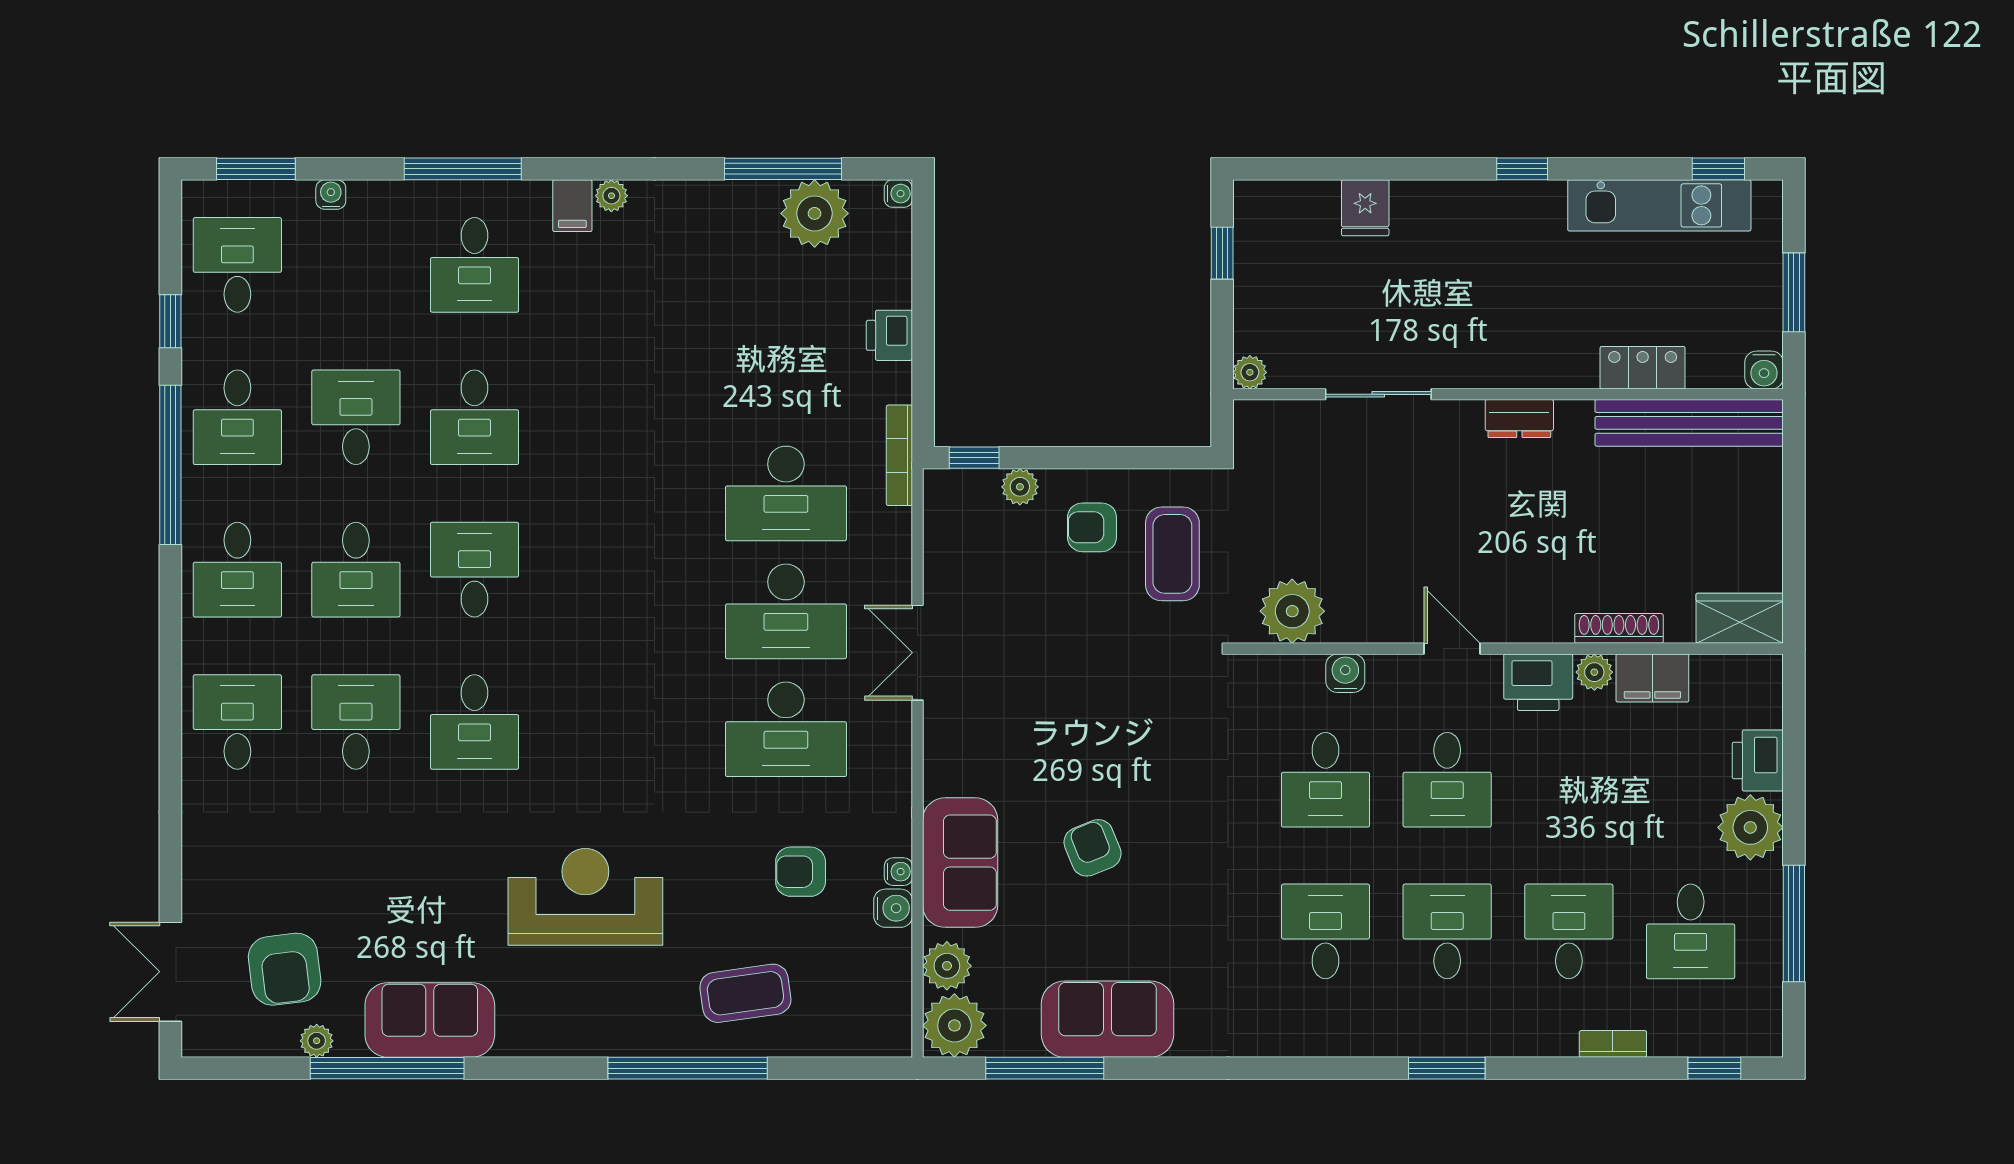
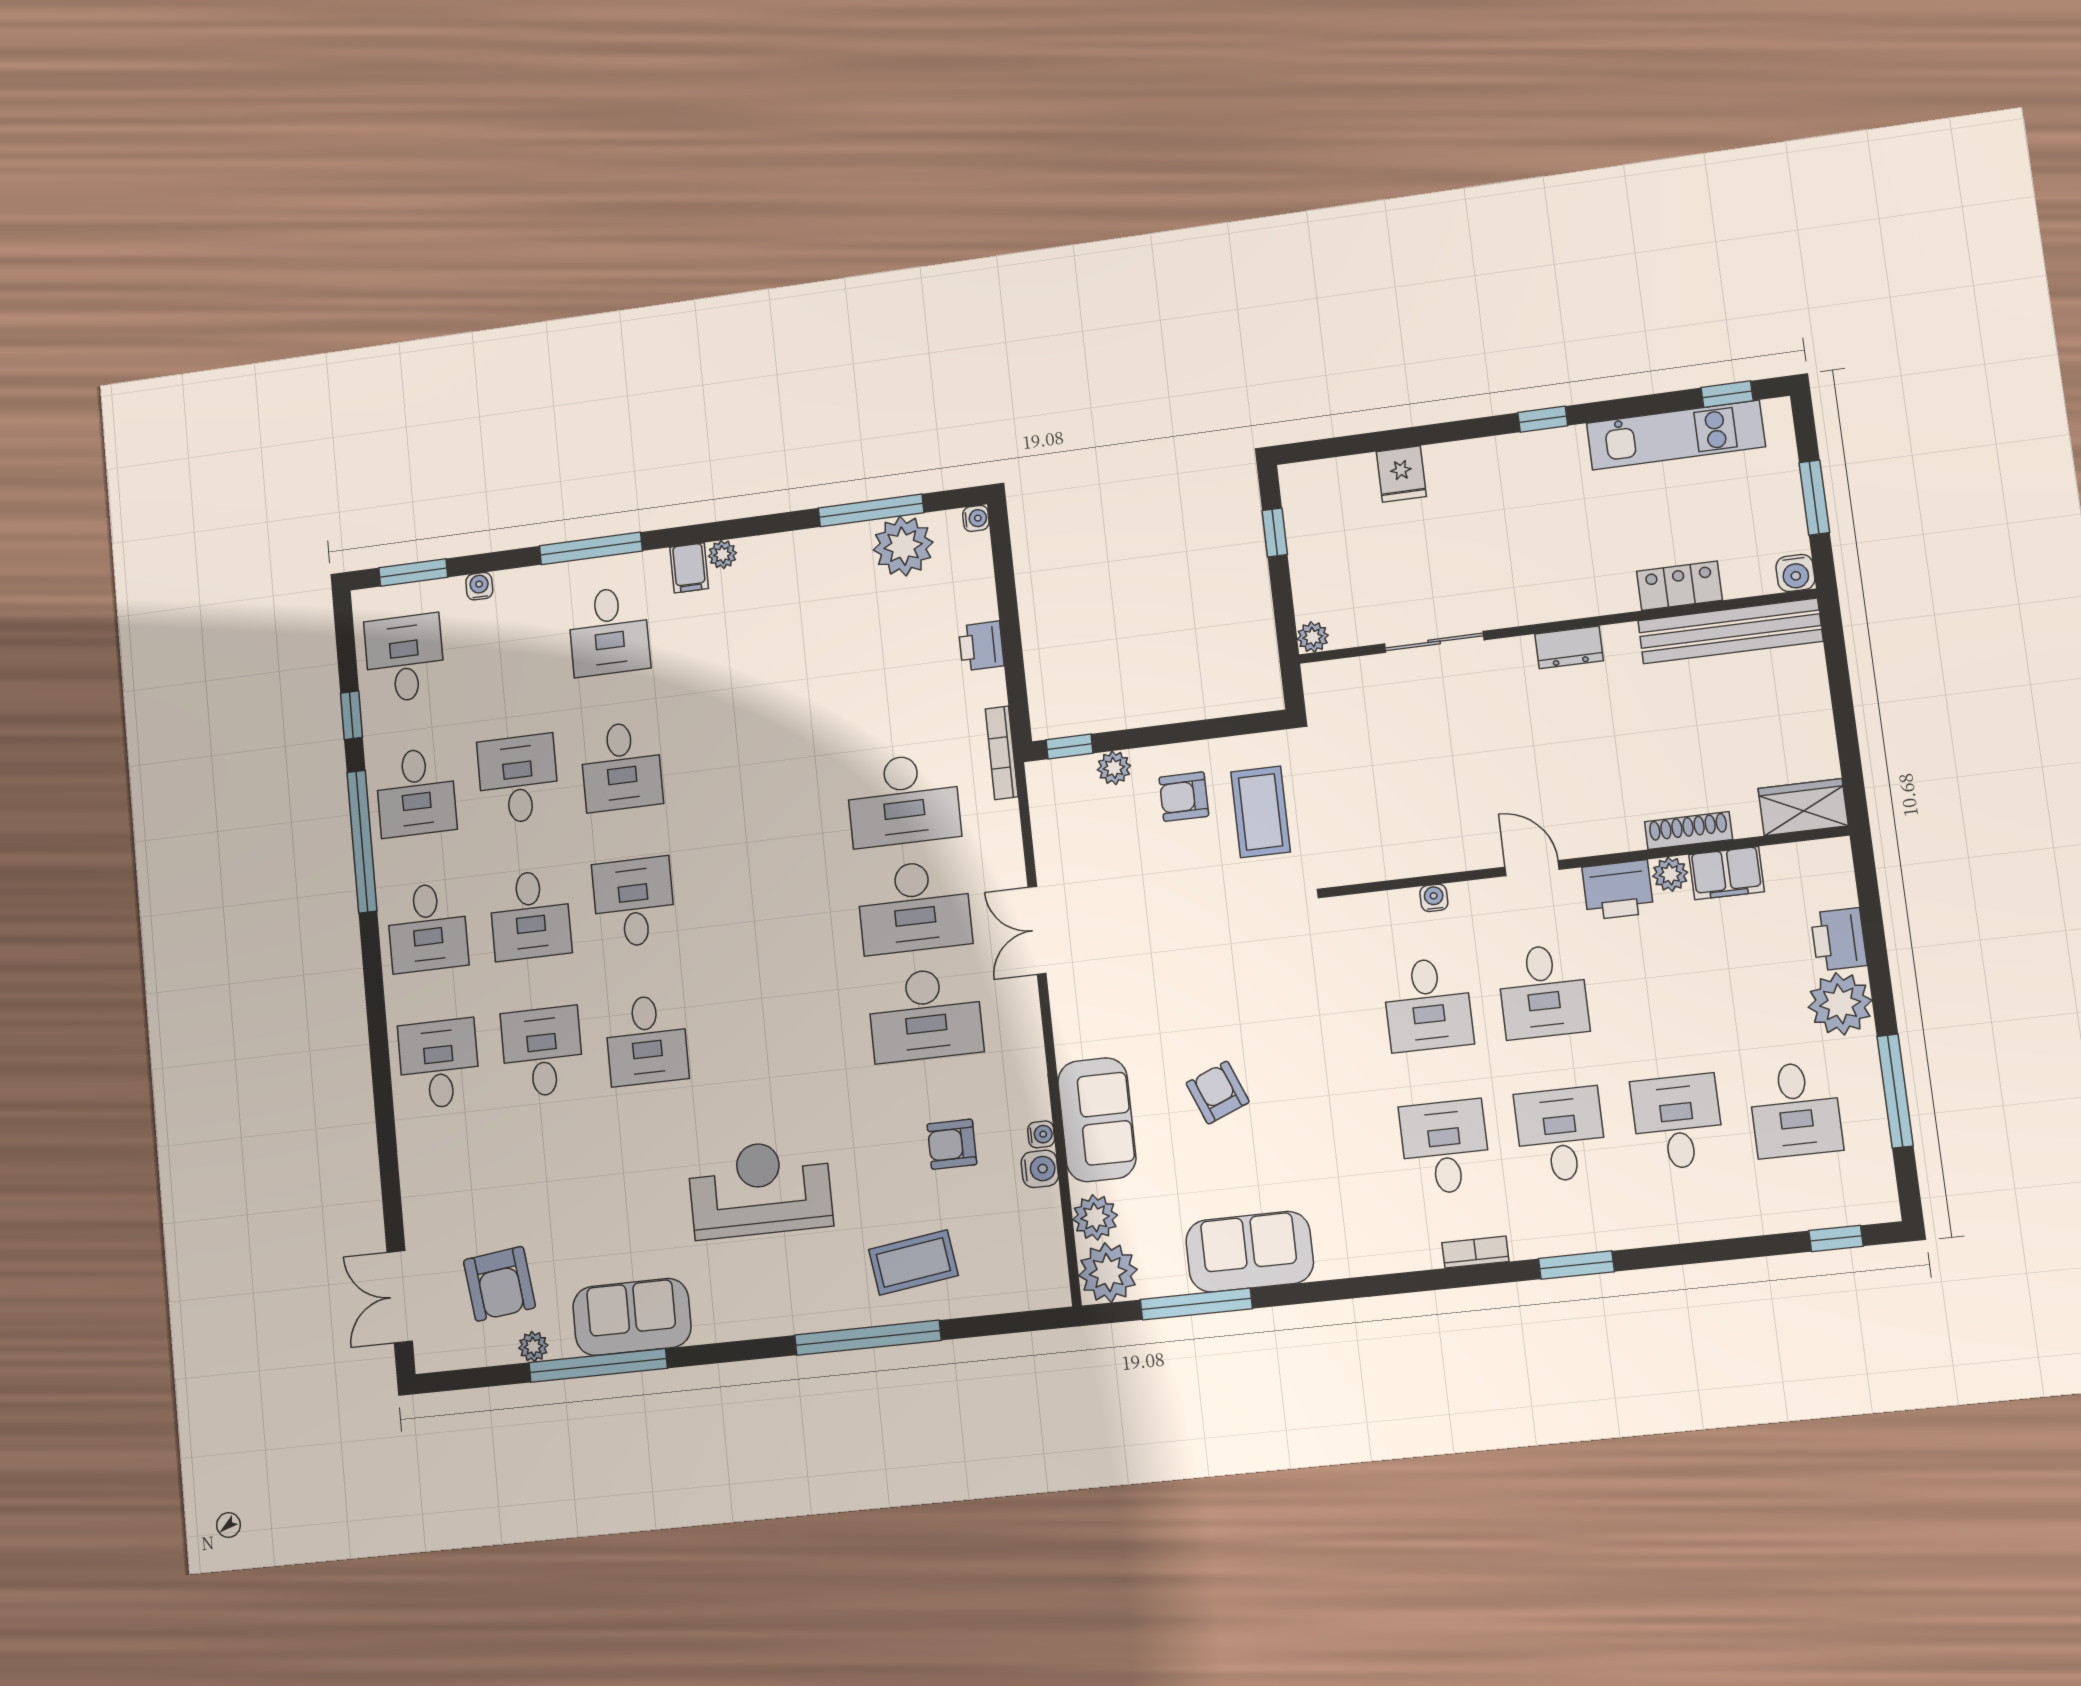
plant: (1292, 611) -> (1378, 851), removed
water cooler: (1345, 673) -> (1434, 898), width x0.72, depth x0.72
bookcase: (1613, 1044) -> (1475, 1252), moved

